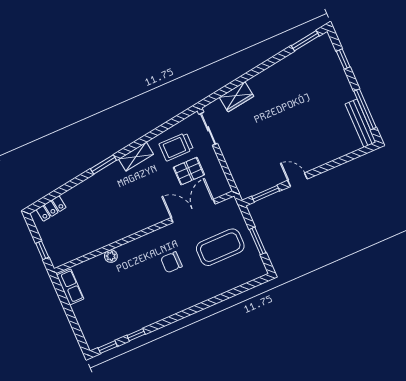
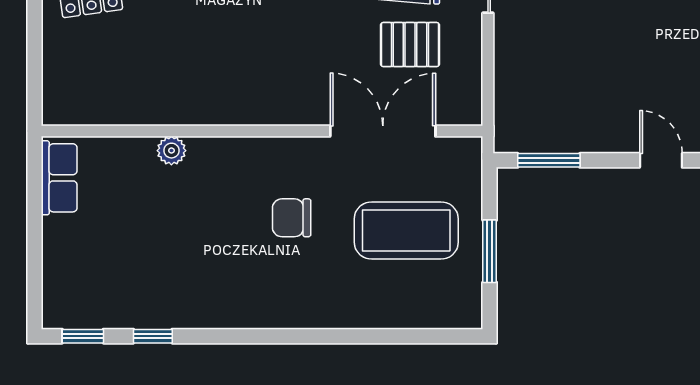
door: (298, 180) -> (661, 160), moved
window: (42, 250) -> (34, 76), removed

